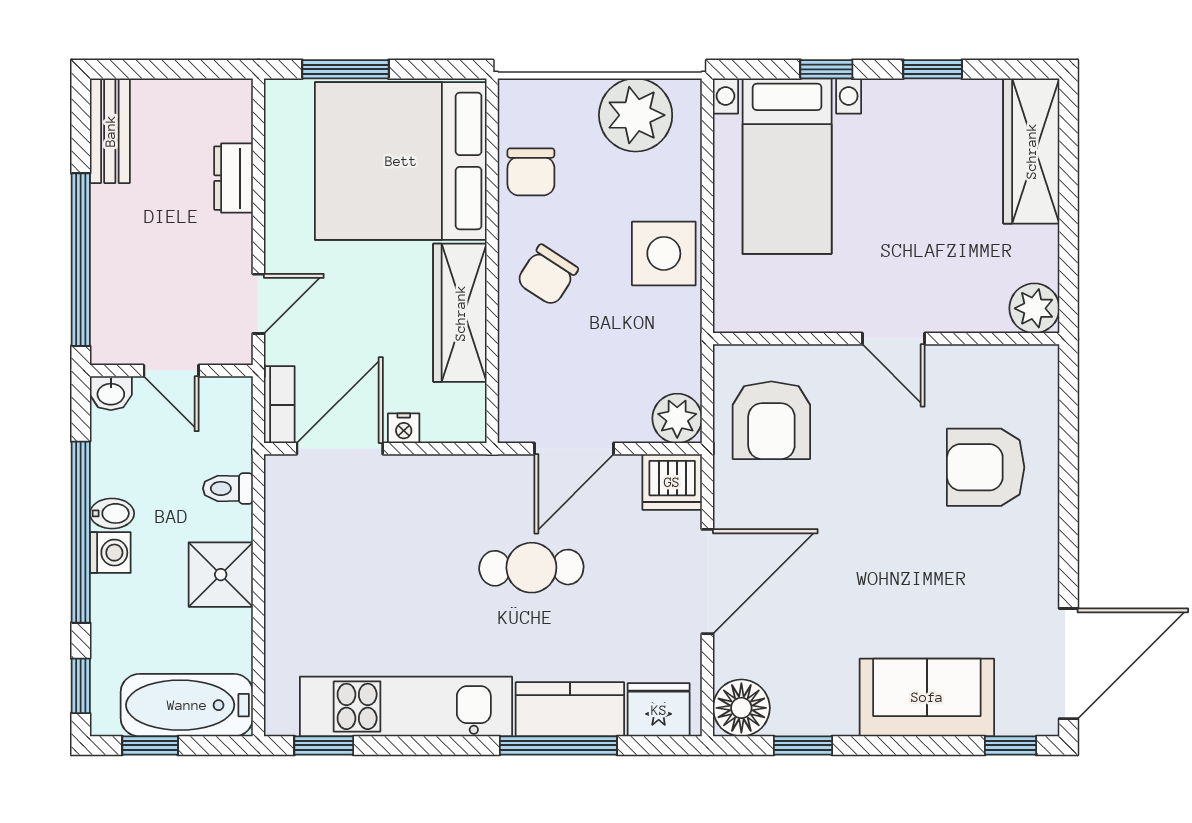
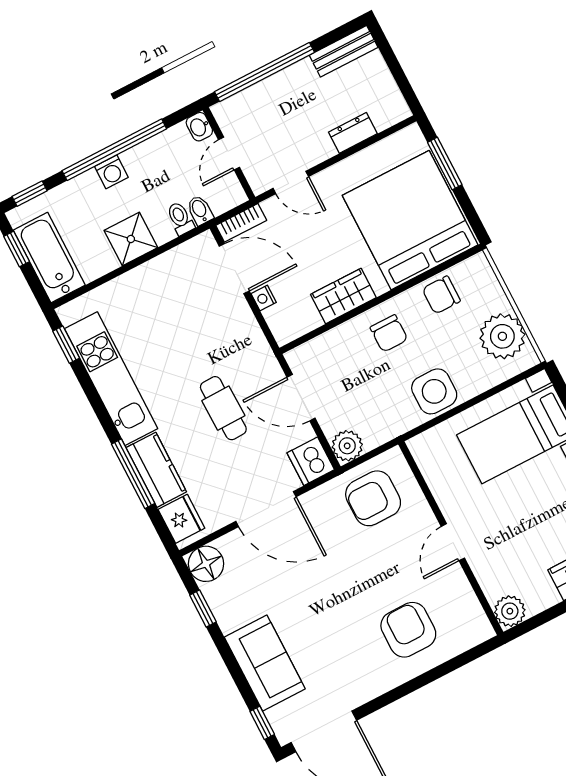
chair: (547, 275) -> (389, 333), turned -123
wardrobe: (460, 313) -> (343, 296), width x0.67
bidet: (112, 513) -> (200, 210), moved, turned 180

